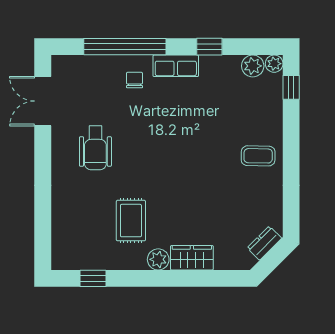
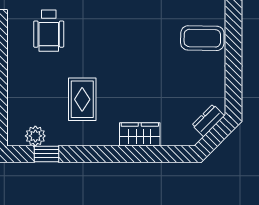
coffee table: (258, 156) -> (202, 38), width x1.36, depth x1.30
plant: (158, 259) -> (35, 136), moved

